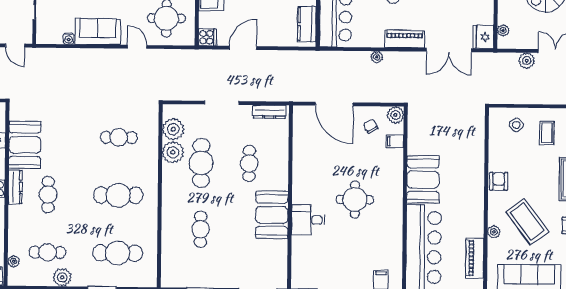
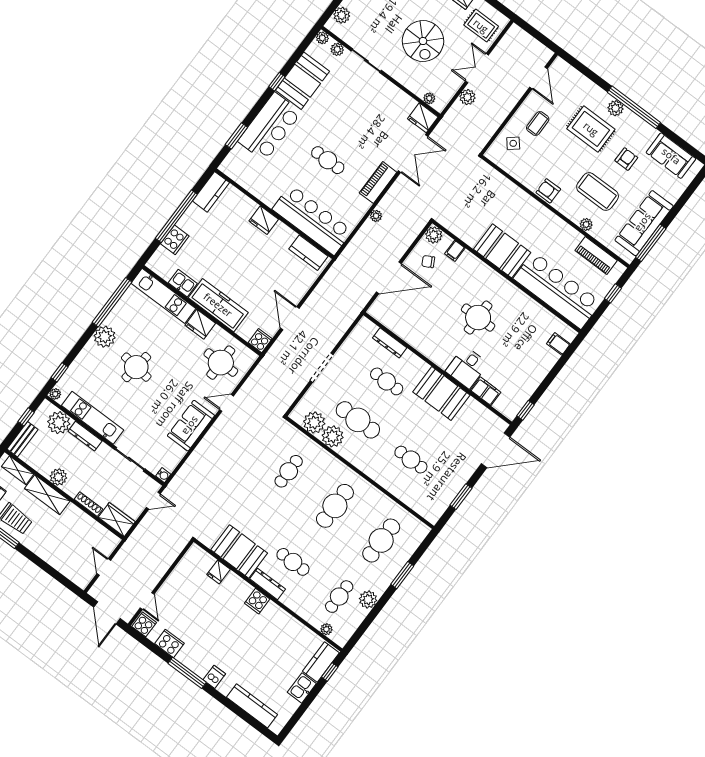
water cooler: (69, 39) -> (163, 475), moved
dresser: (269, 112) -> (390, 343), moved, turned 90
coffee table: (547, 133) -> (538, 123), turned 90
coffee table: (527, 221) -> (598, 192), turned 37
filing cabinet: (300, 249) -> (486, 391), added

